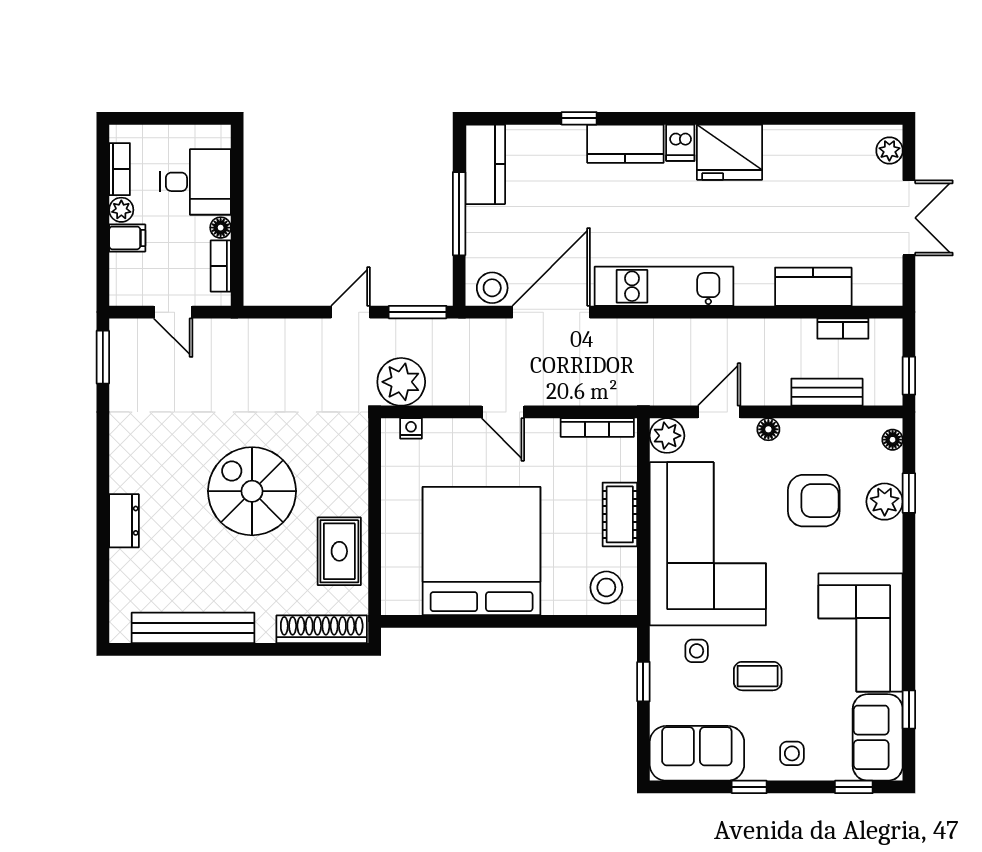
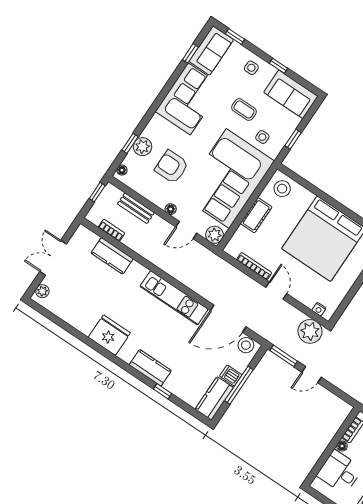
dishwasher: (680, 143) -> (231, 375), moved, turned -90
bookcase: (597, 428) -> (254, 266), moved

